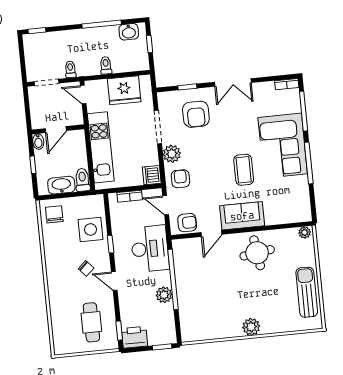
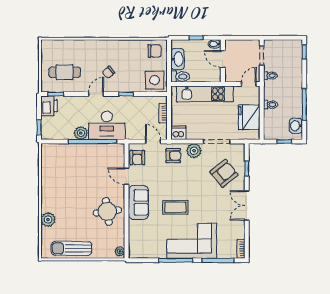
armchair: (196, 114) -> (224, 173), turned 141
door: (166, 205) -> (153, 142), hinge flipped
side table: (91, 229) -> (155, 80), moved
desk: (150, 249) -> (107, 125), moved
sun lounger: (307, 292) -> (71, 248), turned 180
plant: (251, 327) -> (48, 220), moved

